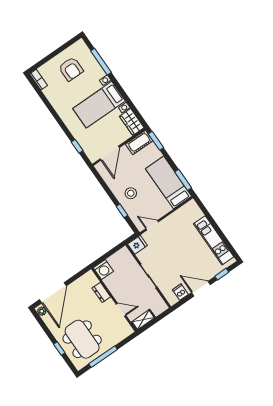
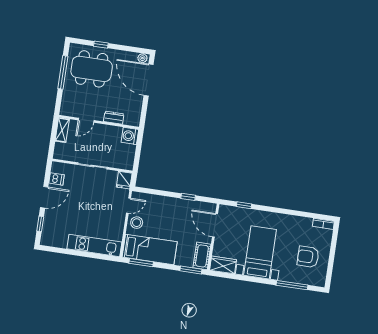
stool: (131, 193) -> (137, 223), moved
window: (122, 211) -> (188, 197), moved
kitchen unit: (214, 240) -> (94, 245), moved

